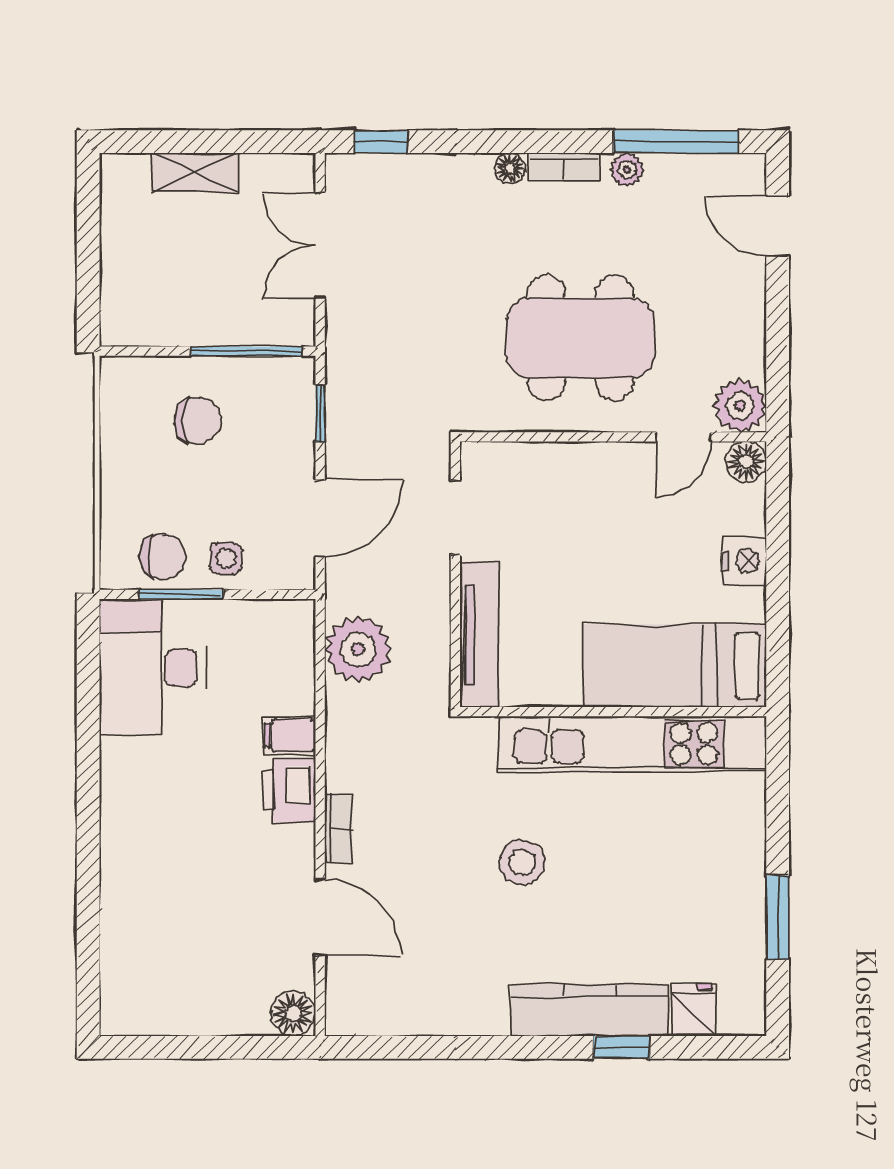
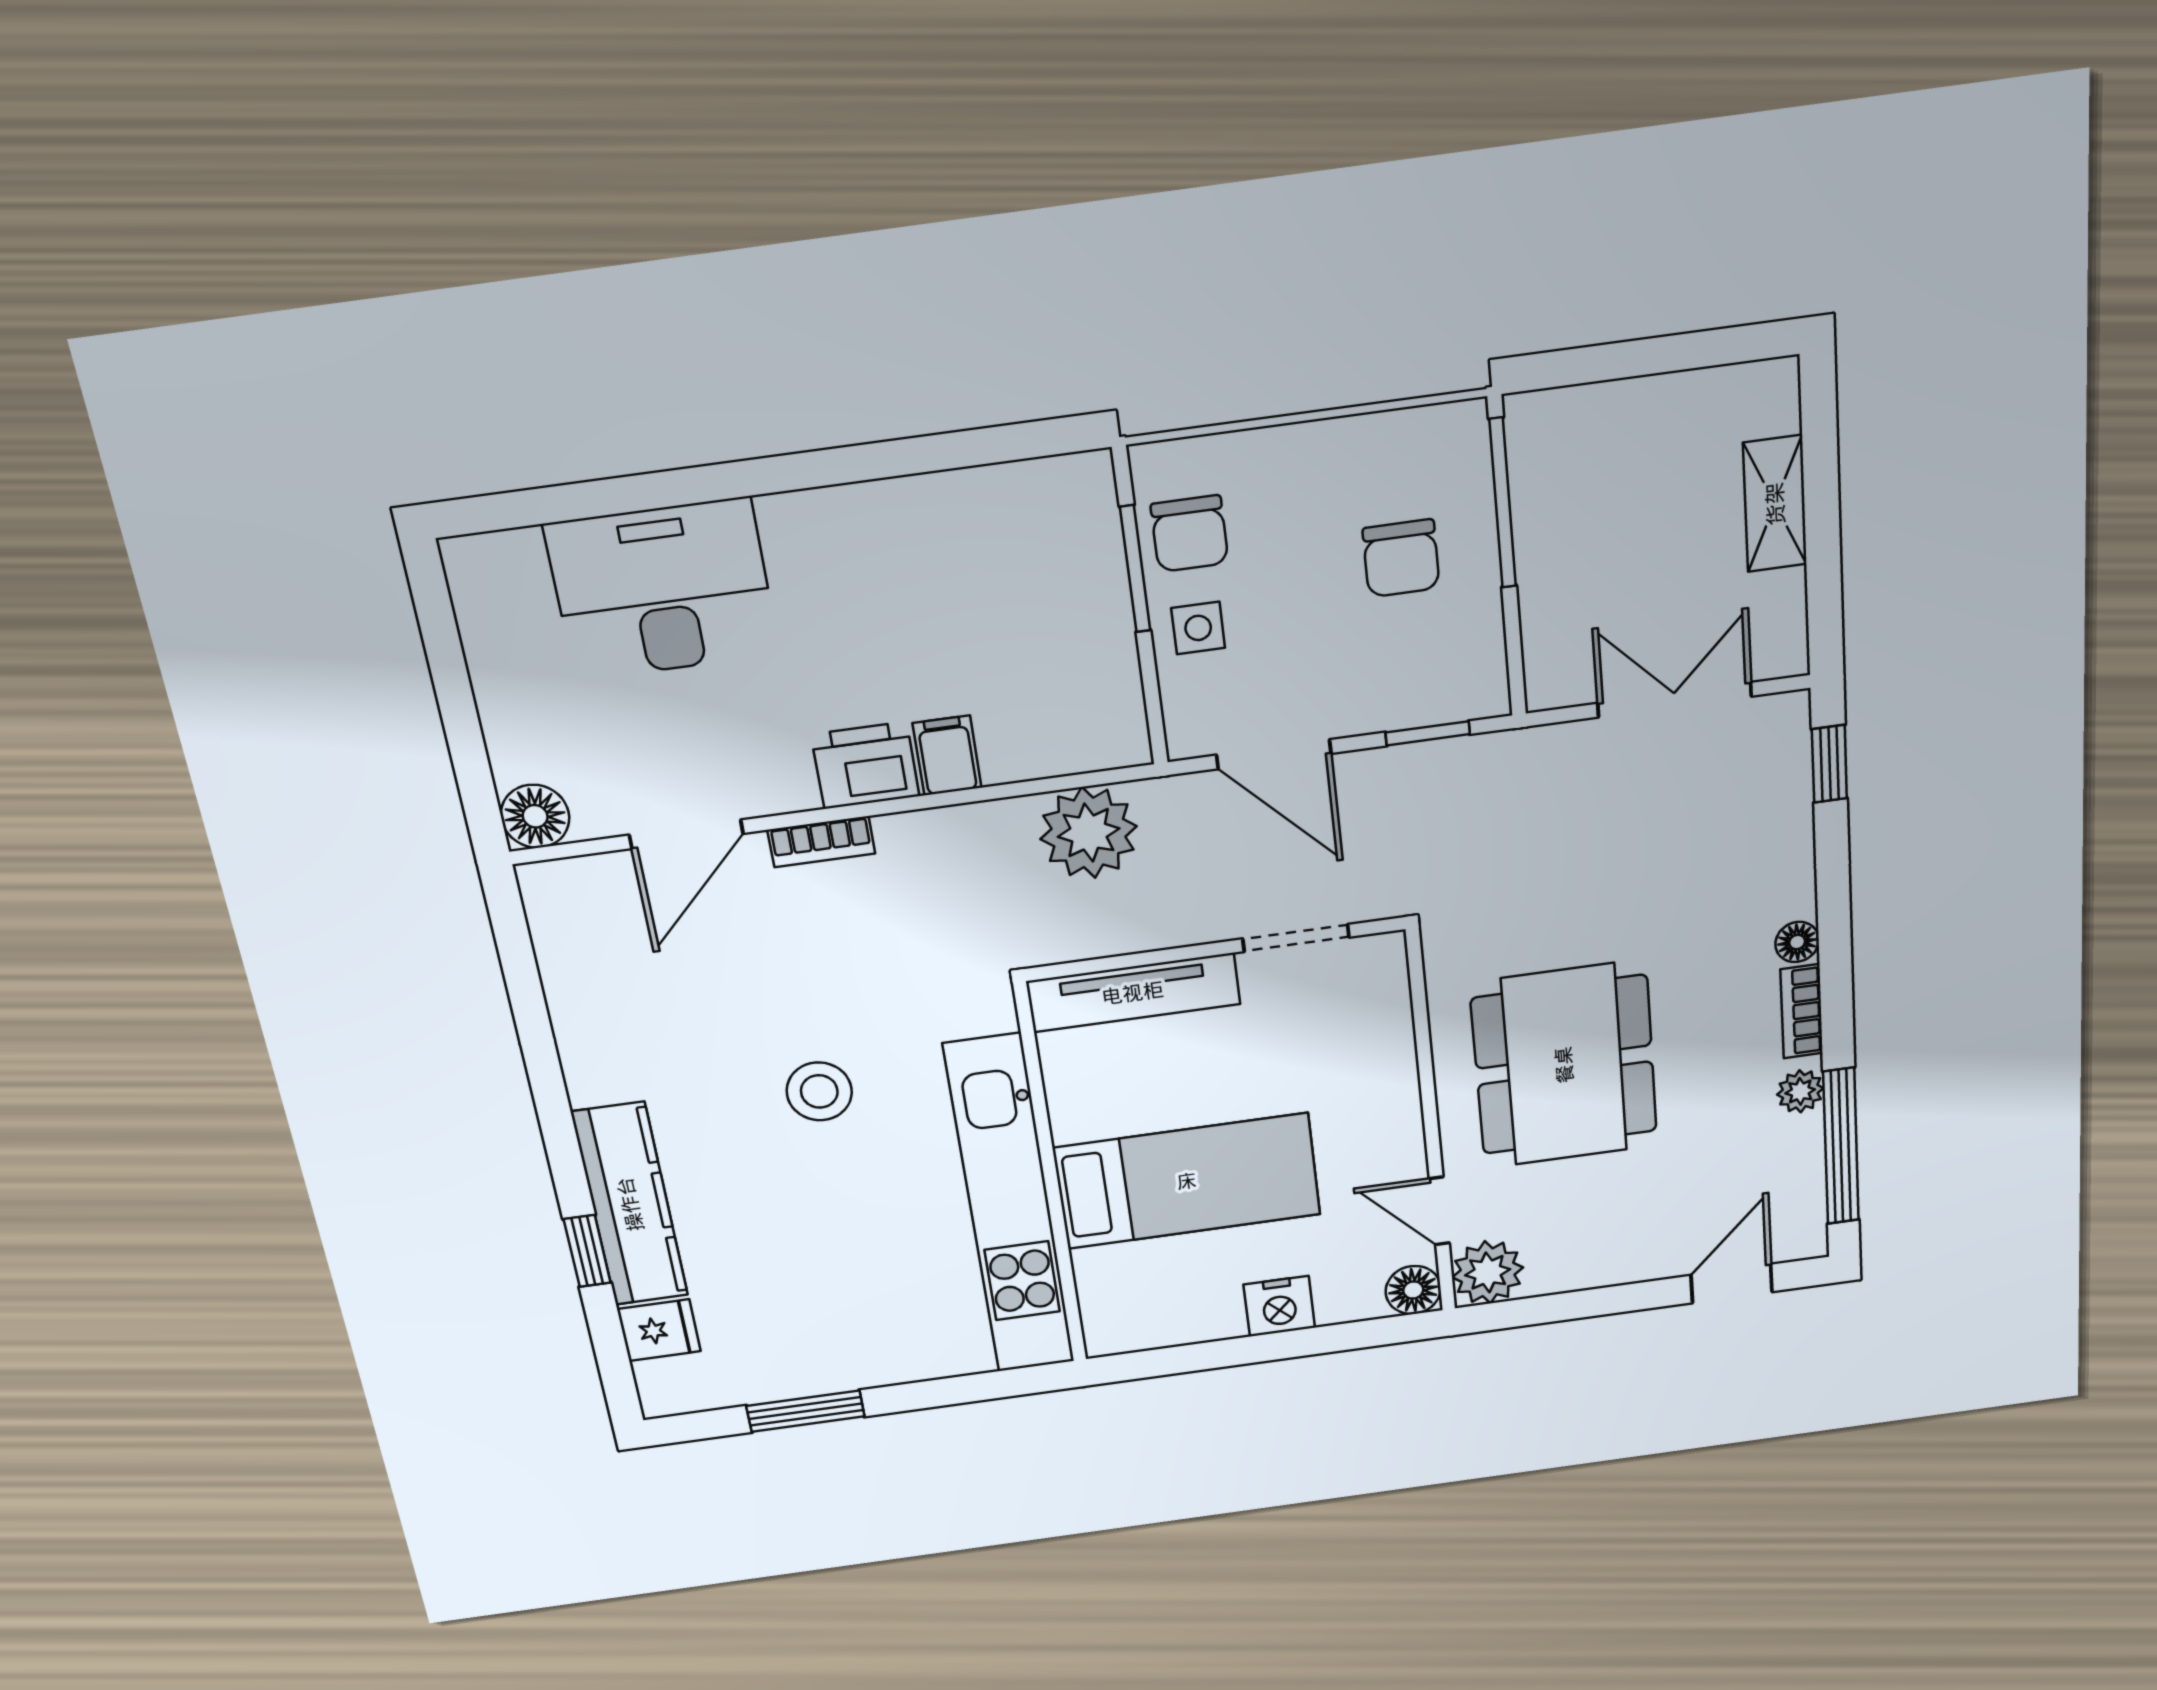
window: (246, 351) -> (1503, 503), moved
bed: (674, 666) -> (1187, 1181), moved, turned 90
desk: (152, 668) -> (662, 590), moved

